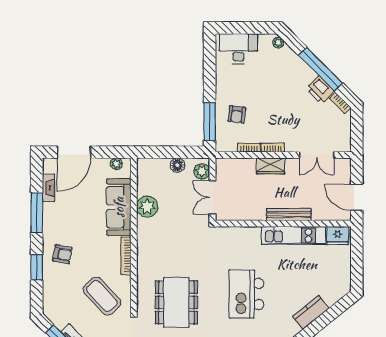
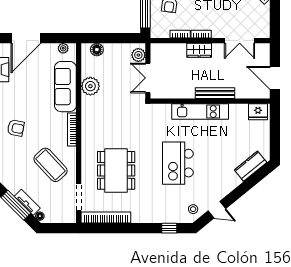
floor lamp: (177, 165) -> (97, 50), moved
kitchen unit: (294, 235) -> (200, 112), moved
kitchen counter: (311, 312) -> (251, 166), moved

